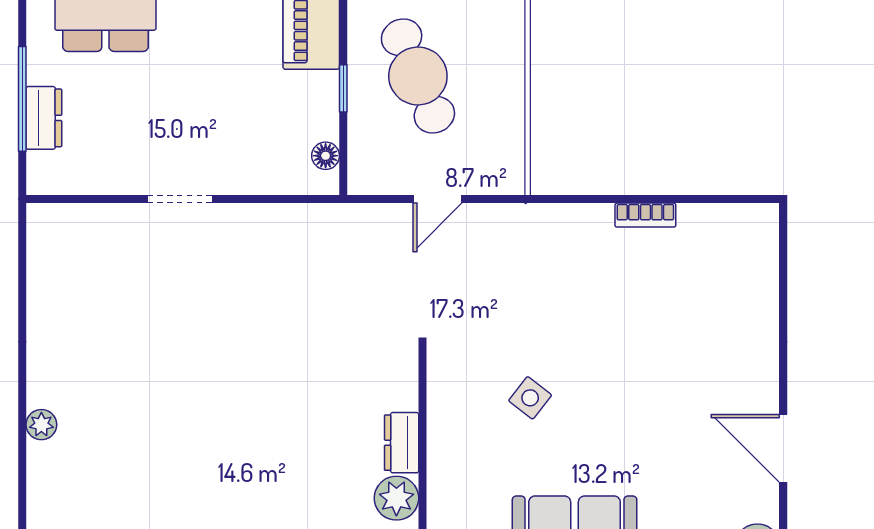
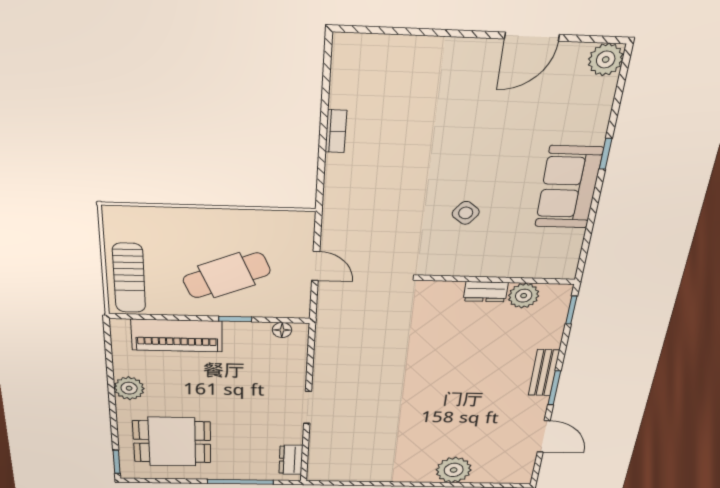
dresser: (44, 118) -> (291, 460), moved, turned -90
plant: (41, 425) -> (454, 470), width x1.88, depth x1.88

